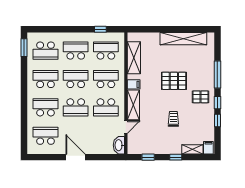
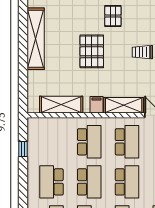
school desk: (106, 51) -> (51, 142), removed
school desk: (76, 79) -> (89, 182), turned 180
school desk: (106, 79) -> (89, 142), turned 180

